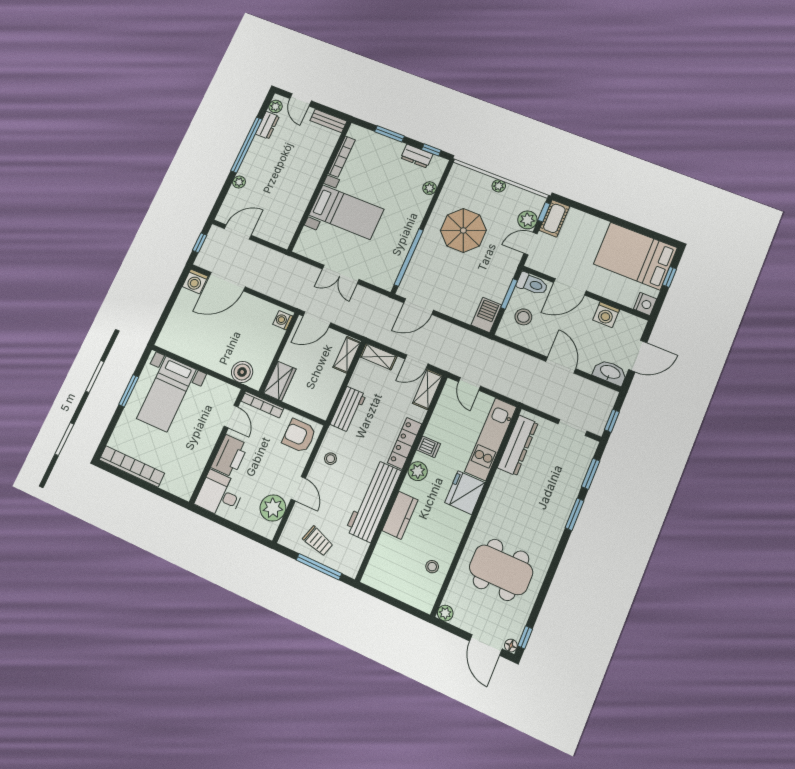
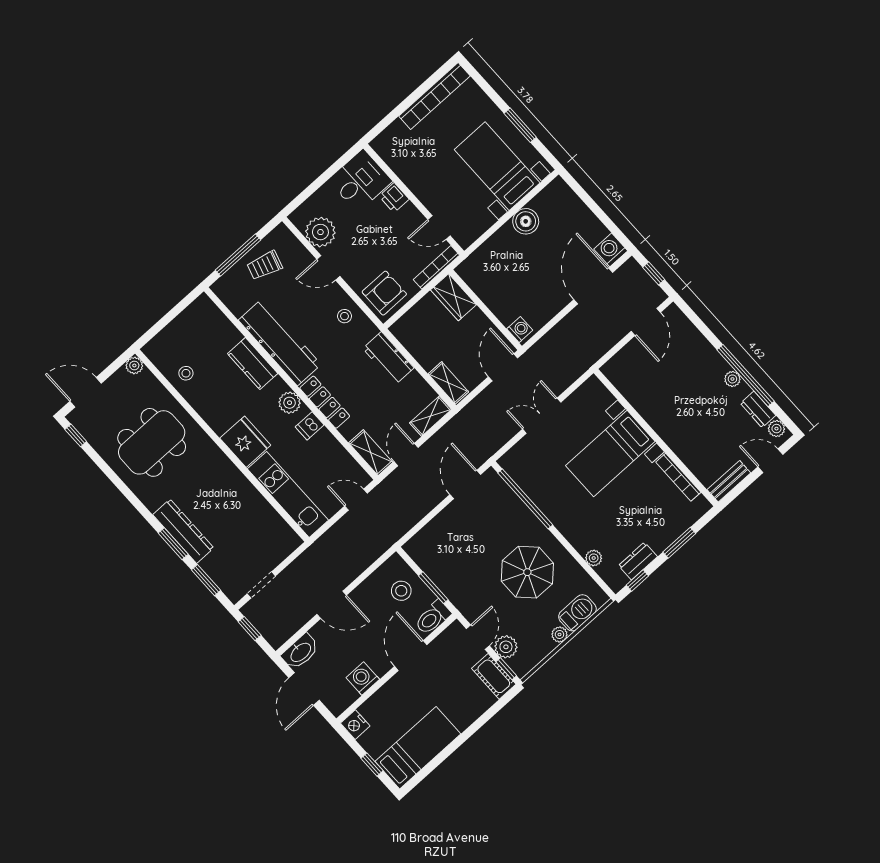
plant: (239, 182) -> (732, 379), moved
bed: (635, 256) -> (418, 748), width x0.67
barbecue: (486, 315) -> (577, 613), moved, turned -90
boiler: (242, 372) -> (526, 221), moved
dresser: (518, 445) -> (183, 531), moved, turned 180
printer: (230, 456) -> (394, 198), width x0.53, depth x0.68
floor lamp: (511, 645) -> (74, 417), removed

